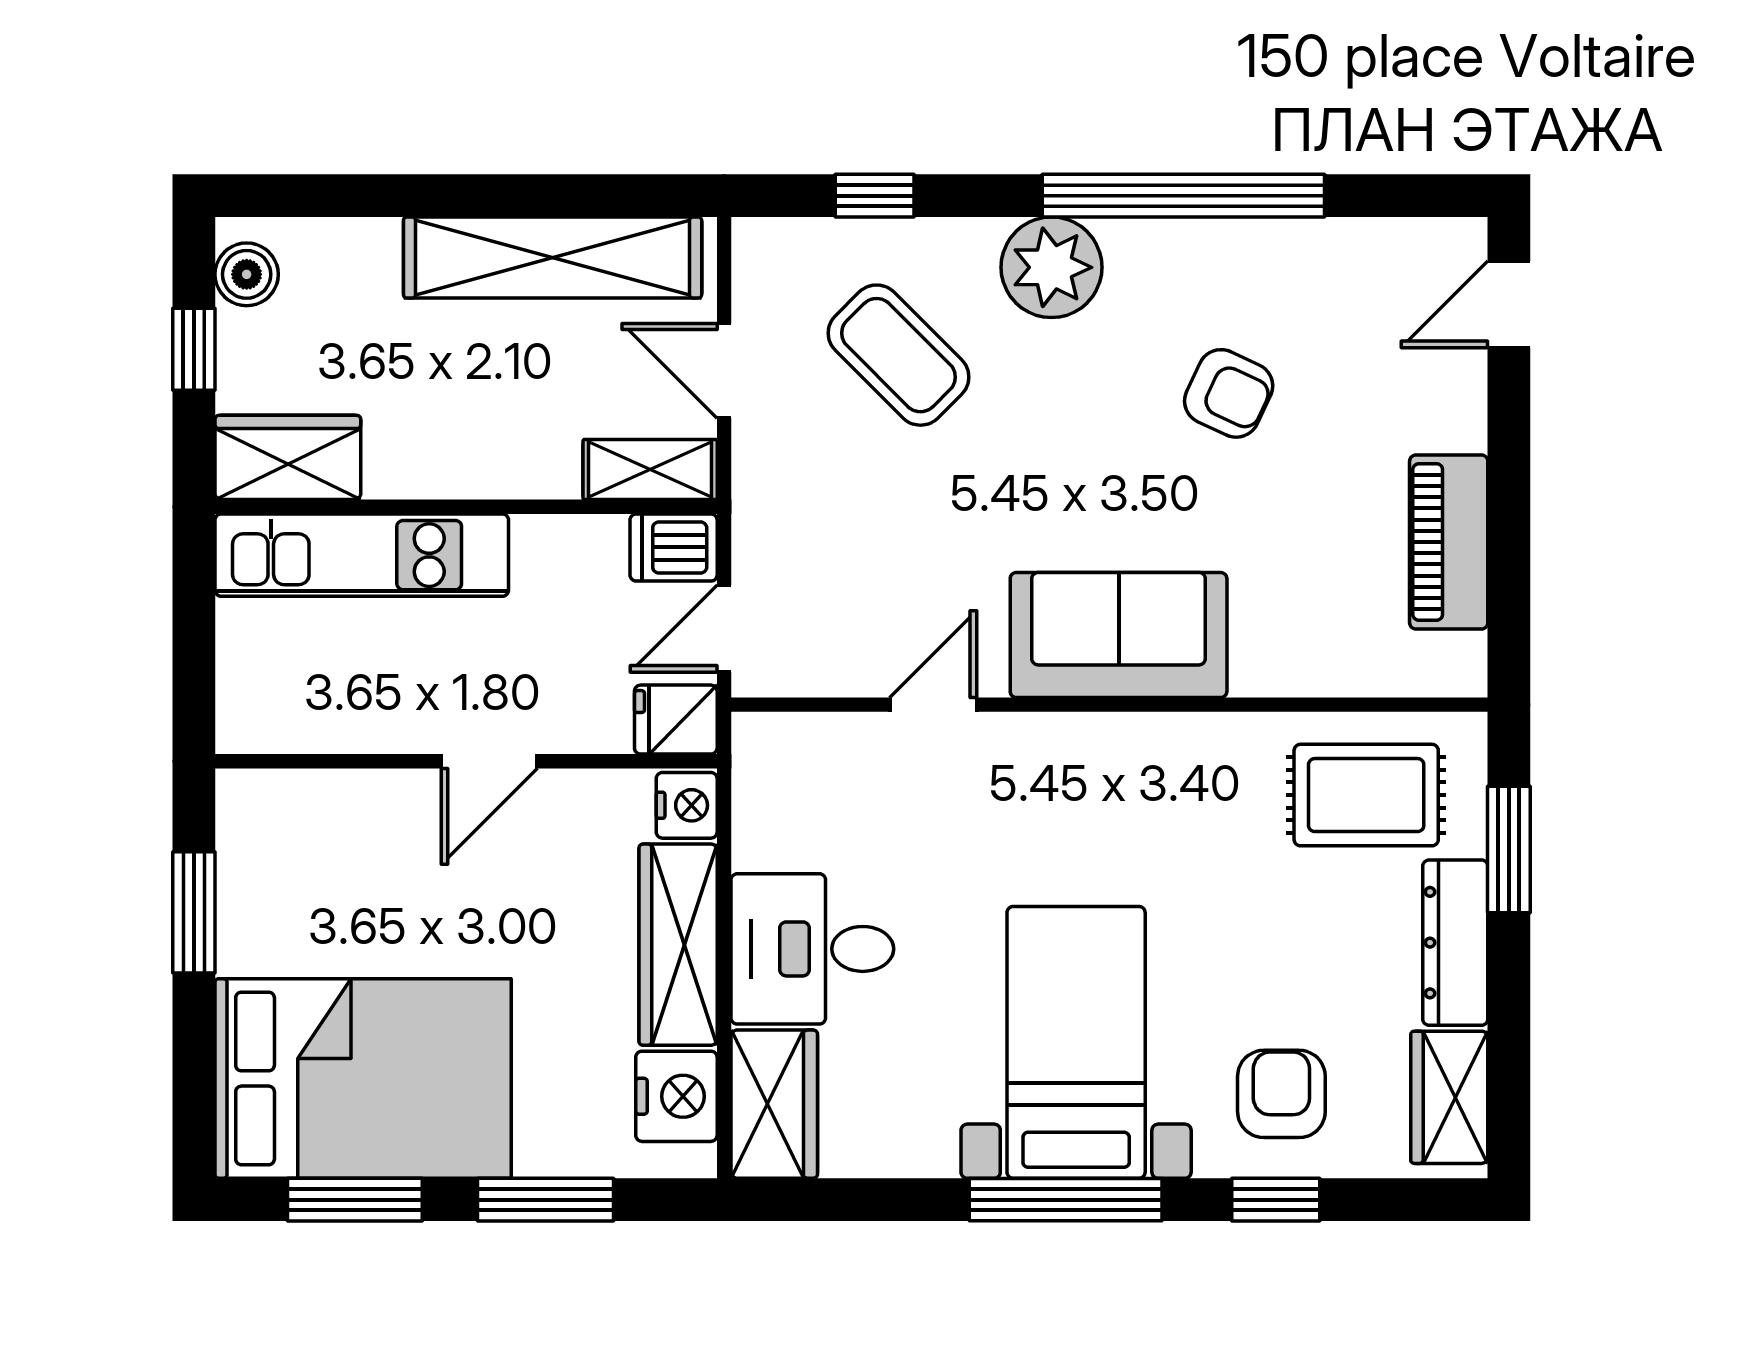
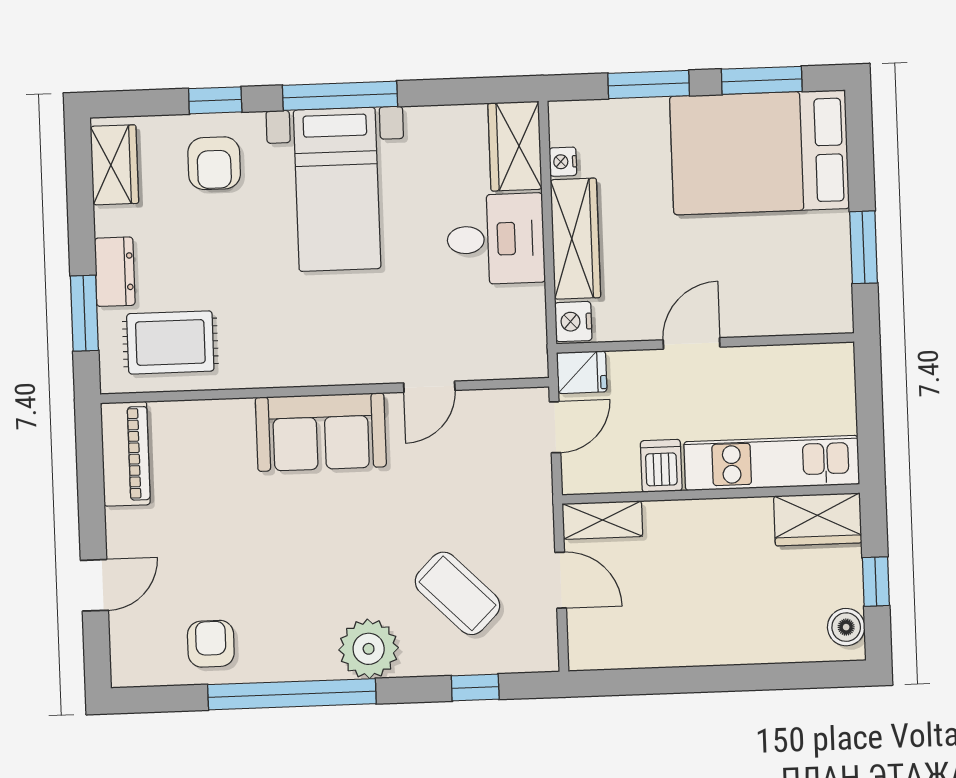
shelving: (553, 257) -> (665, 644), removed
door: (1509, 304) -> (94, 585), moved
armchair: (1229, 393) -> (211, 644), moved, turned 65
piano: (1449, 542) -> (125, 454), moved
dishwasher: (674, 547) -> (661, 466), moved, turned -90
dresser: (1455, 943) -> (115, 272), width x0.70
nightstand: (676, 1096) -> (563, 162), width x0.53, depth x0.56

